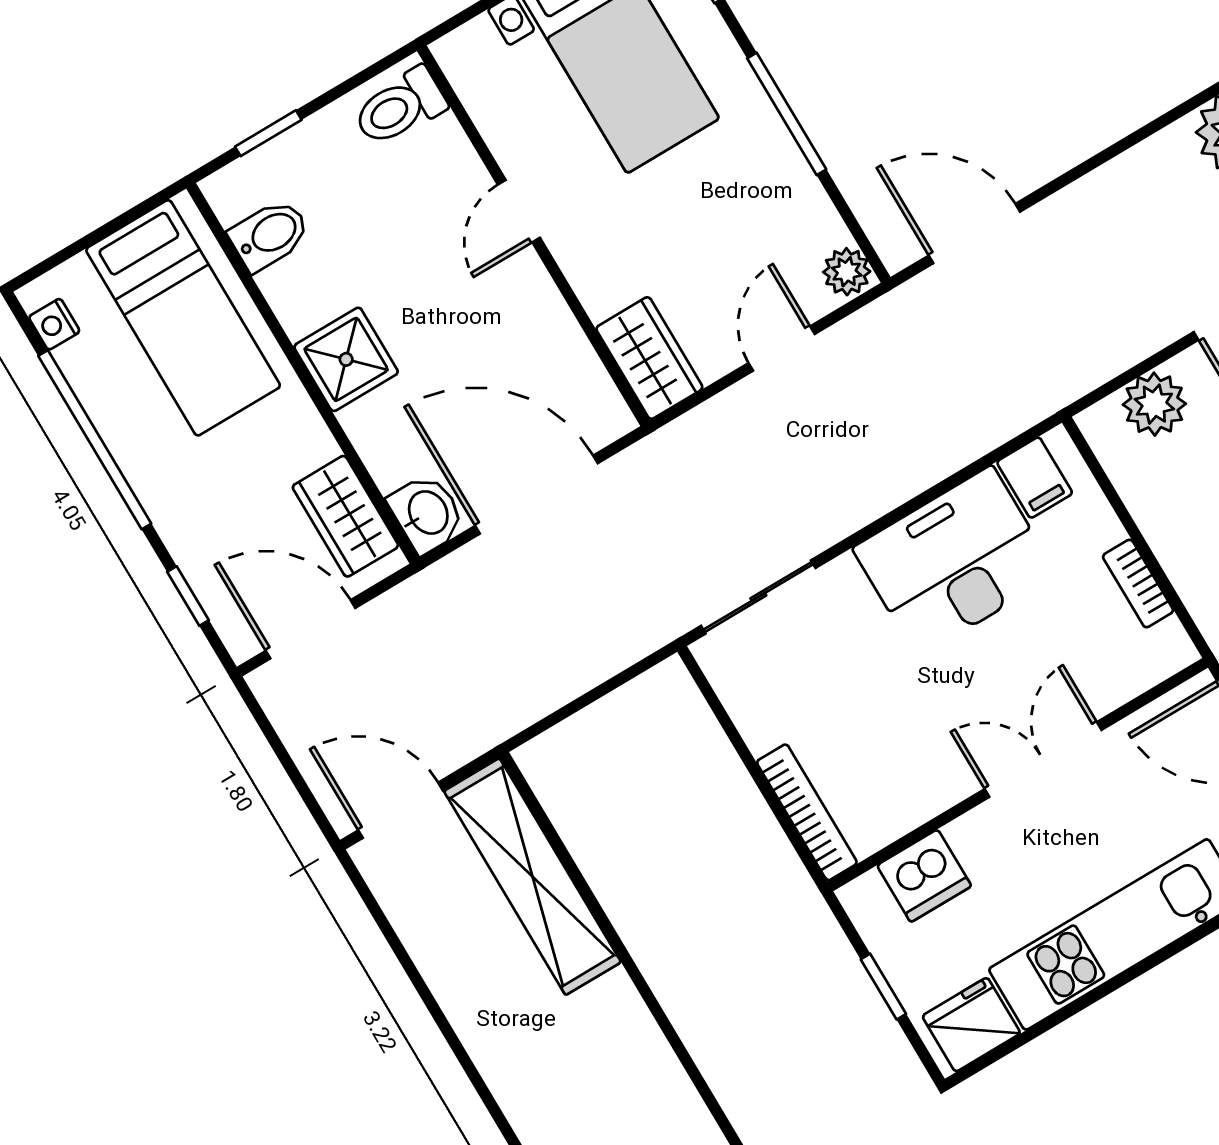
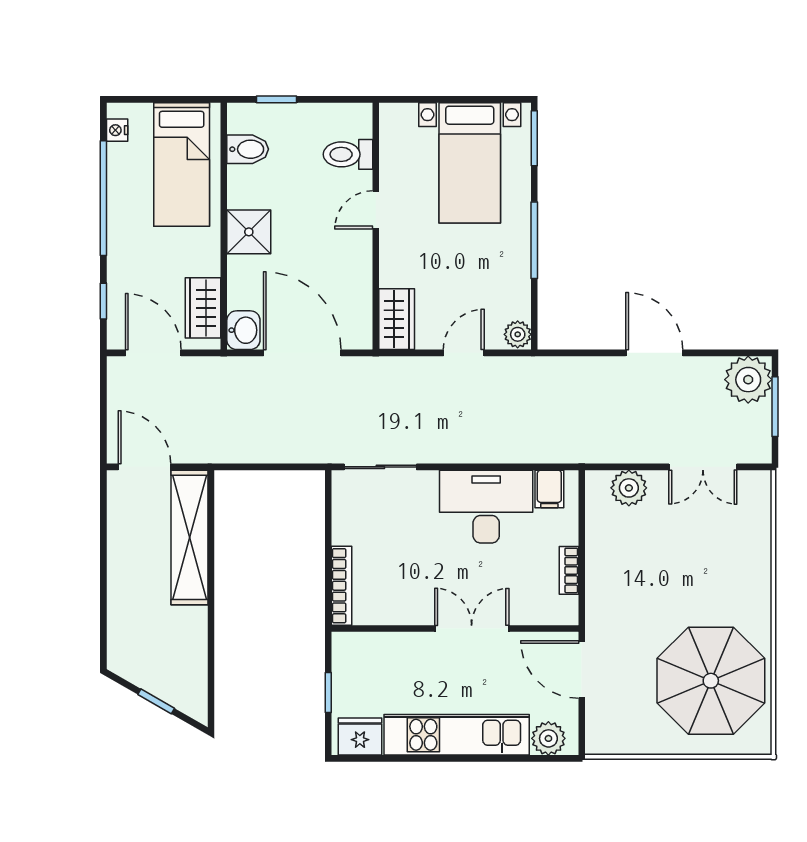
toilet: (400, 107) -> (348, 154), moved
door: (974, 234) -> (654, 353), moved
dishwasher: (924, 876) -> (380, 650), removed

